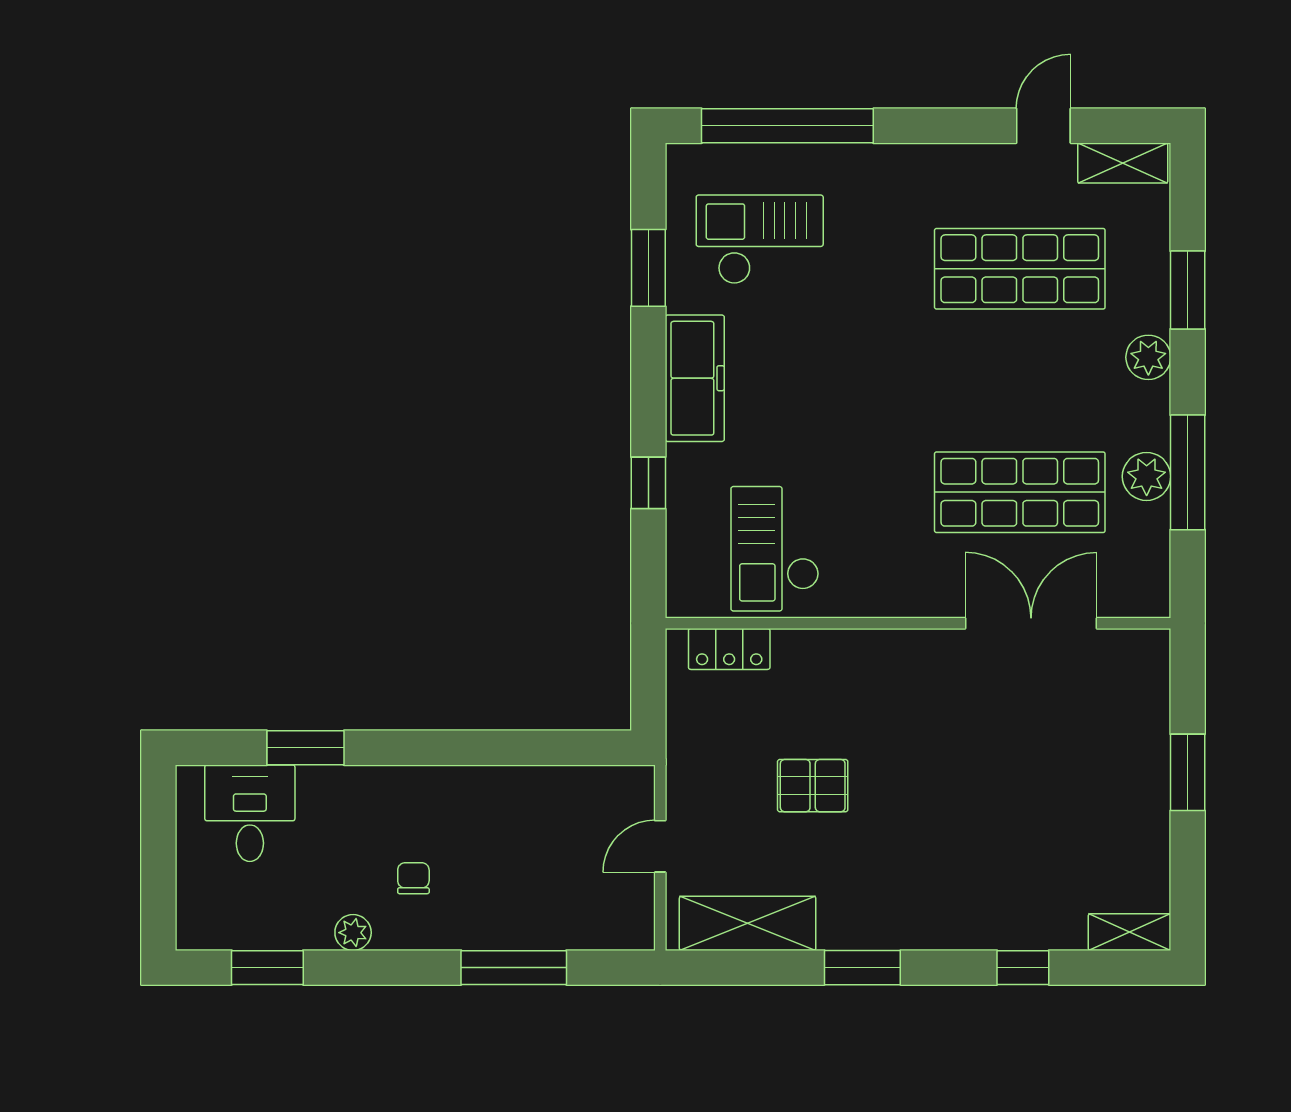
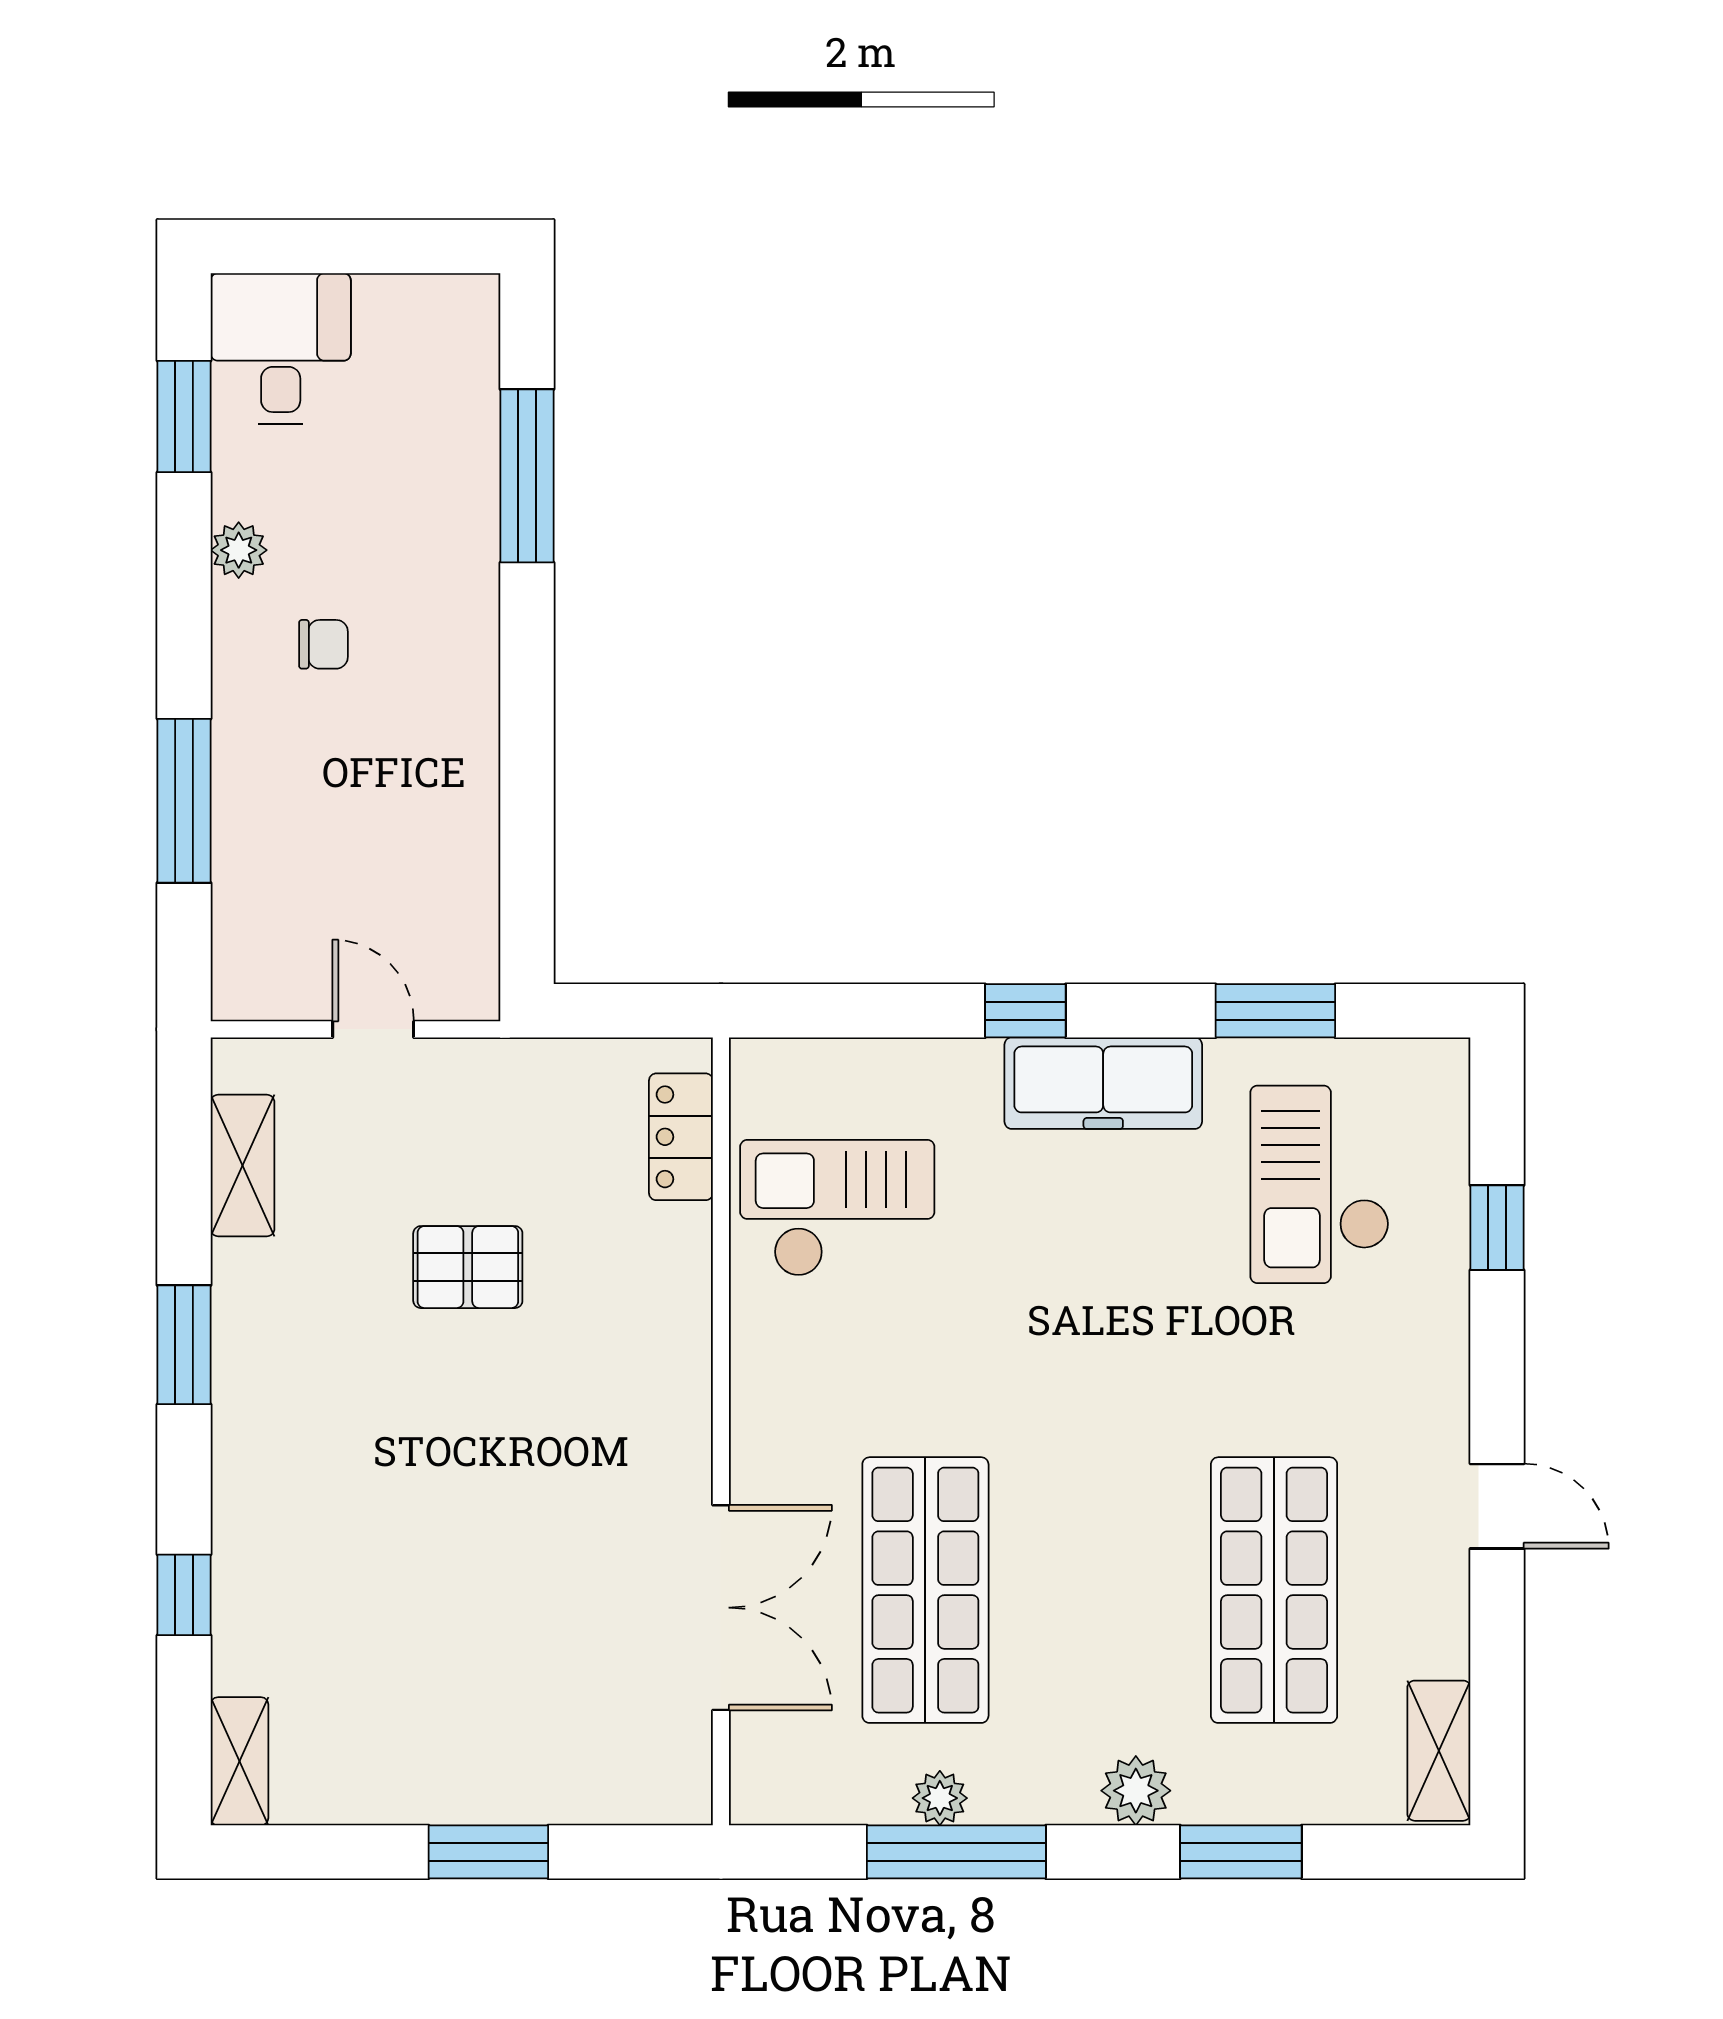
window: (787, 126) -> (1497, 1228), width x0.32
door: (1043, 126) -> (1497, 1506), moved
checkout: (760, 239) -> (1320, 1184), turned 180
plant: (1147, 476) -> (940, 1798), width x0.73, depth x0.73
window: (648, 483) -> (1025, 1011), moved
window: (305, 748) -> (527, 476), width x1.44
pallet: (813, 786) -> (468, 1267), turned 90
desk: (250, 813) -> (281, 349), moved, turned -90
shelving: (748, 923) -> (242, 1166), width x0.67, depth x0.75

